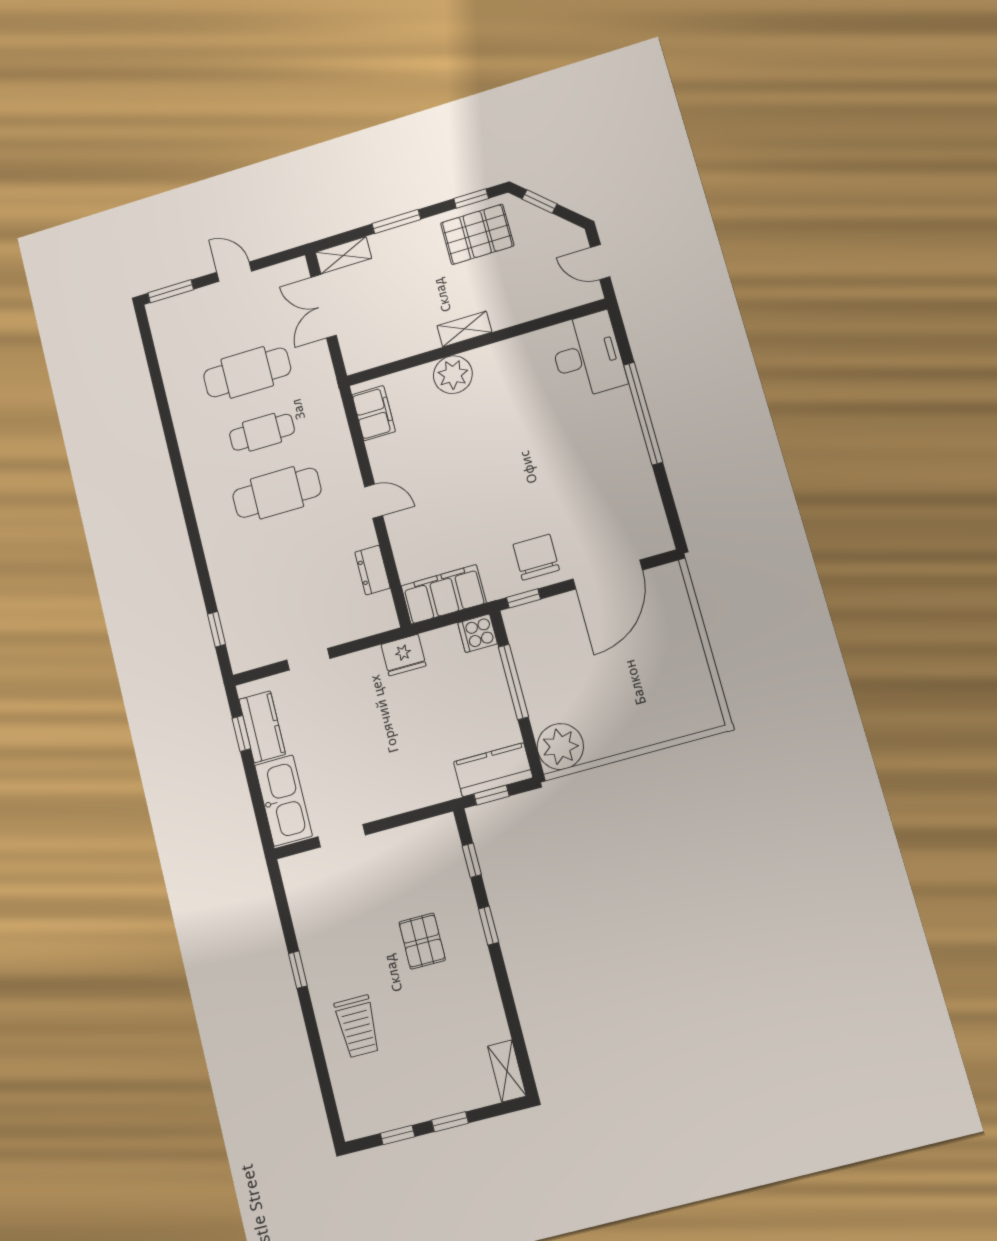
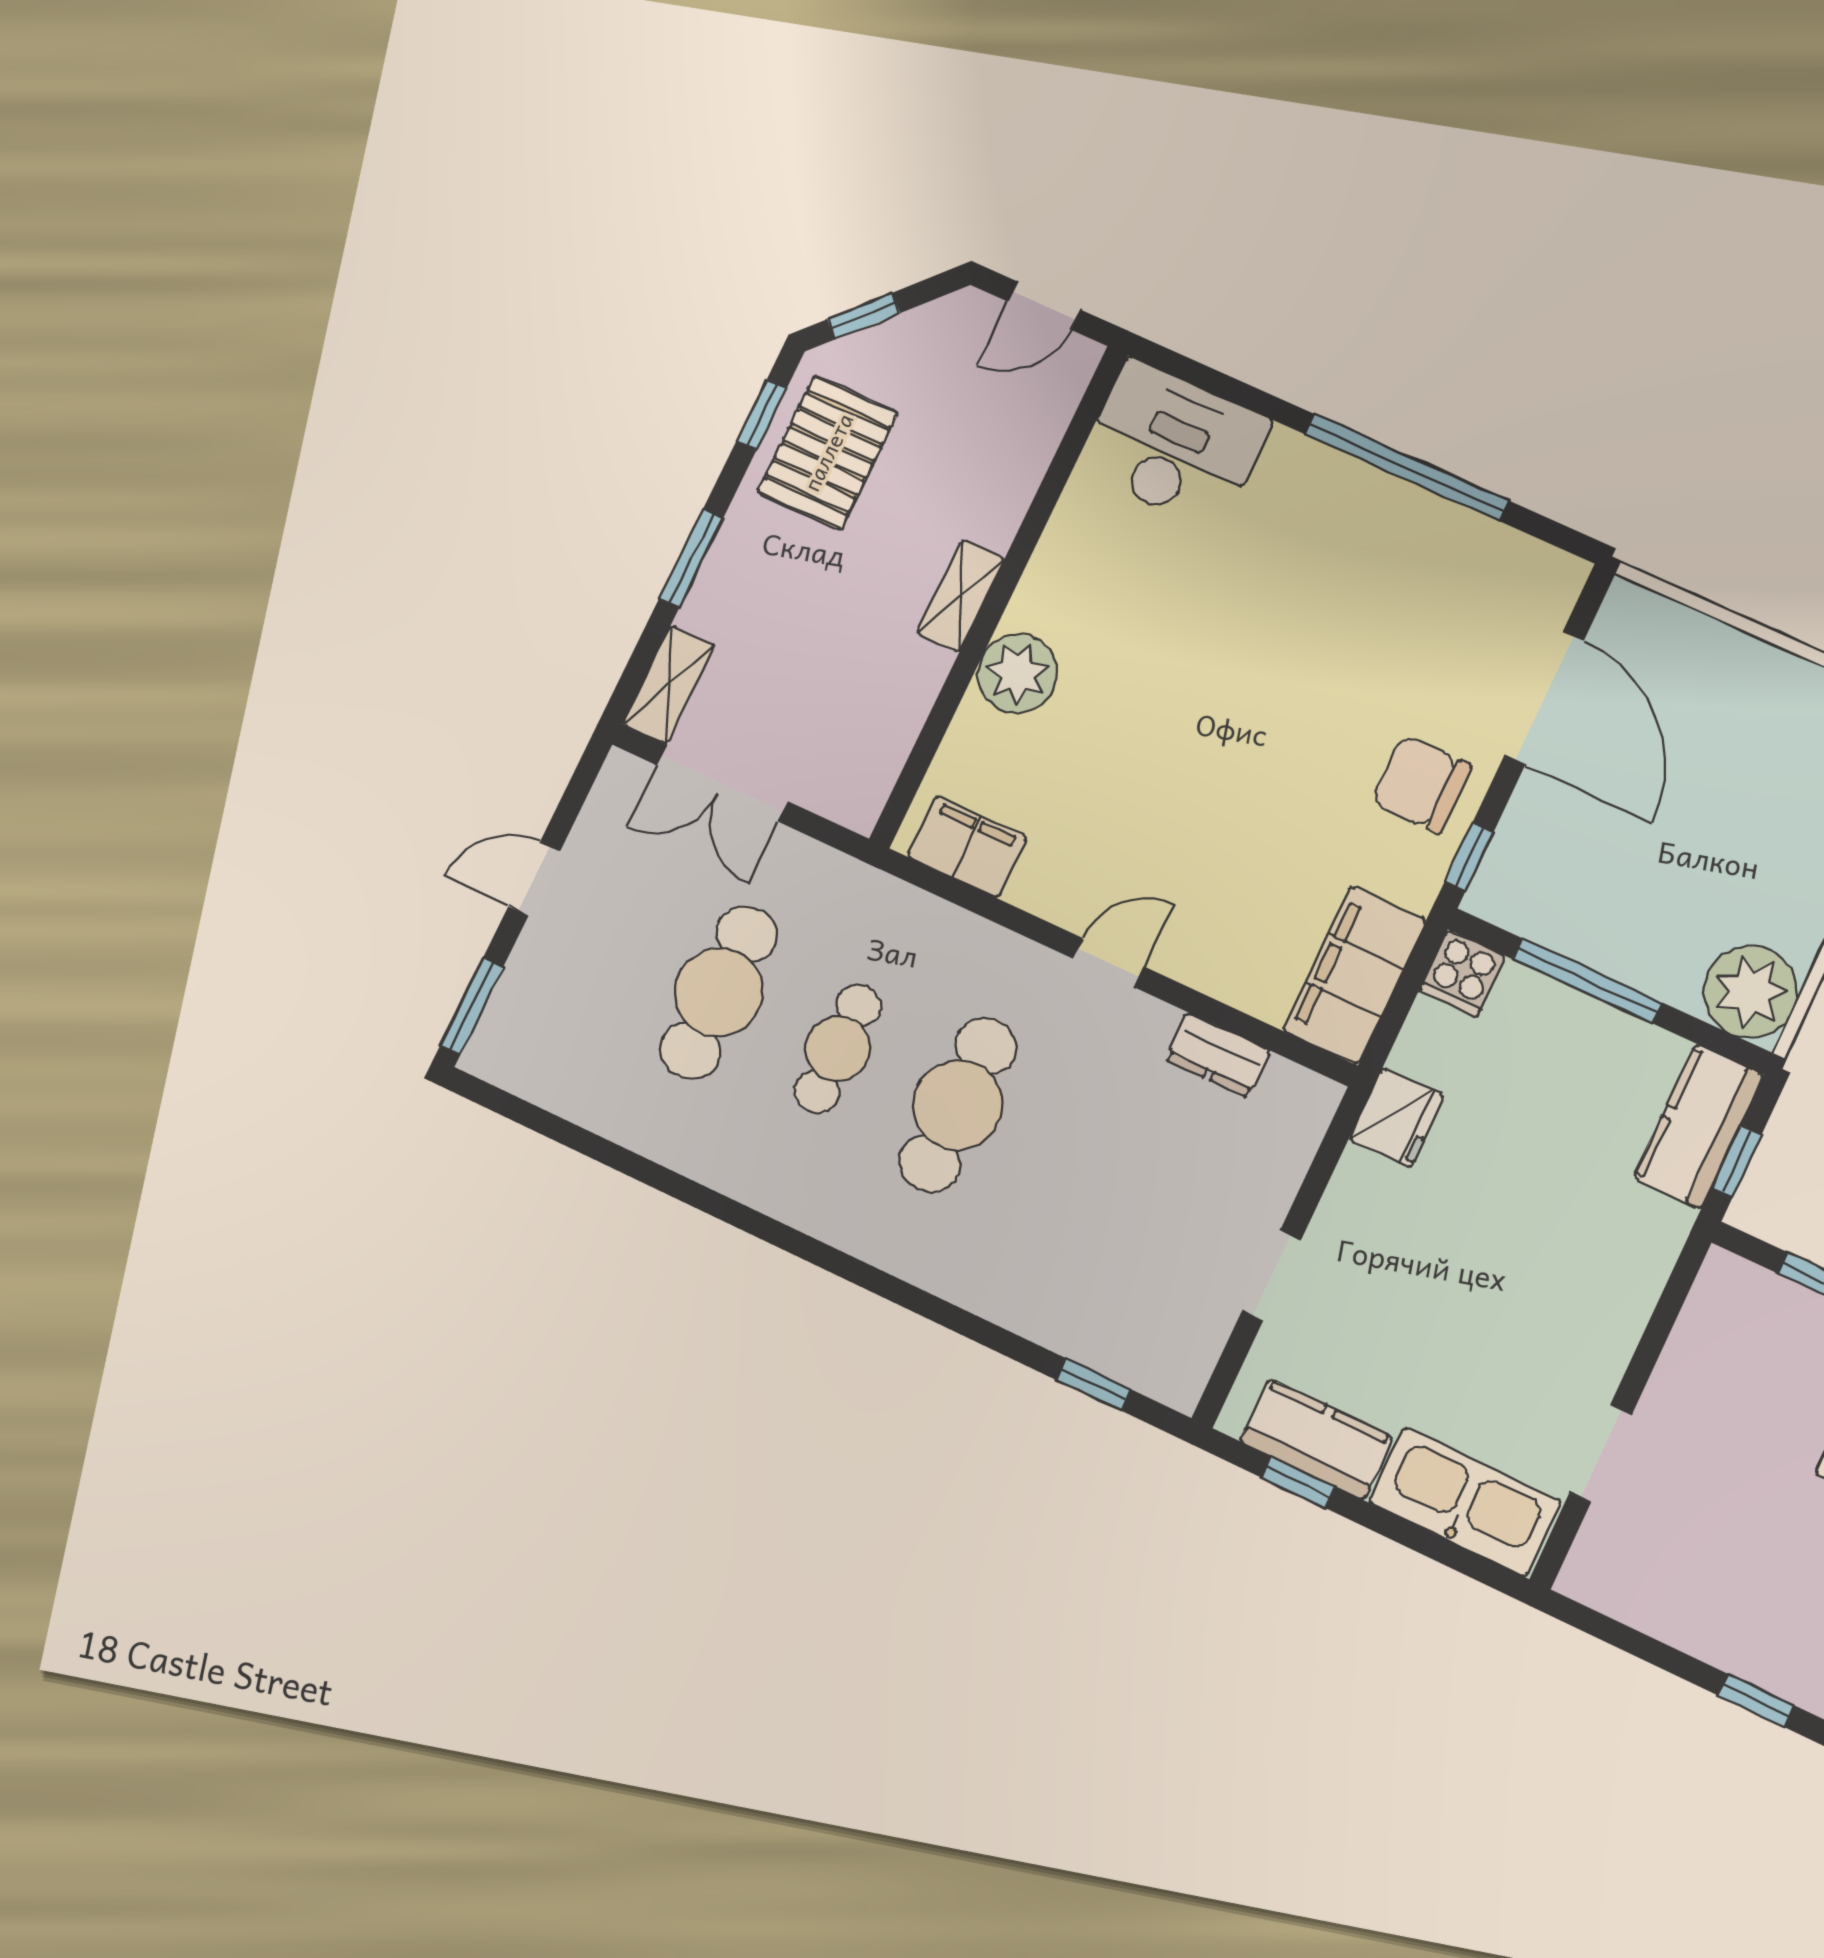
window: (643, 413) -> (1406, 467), moved

